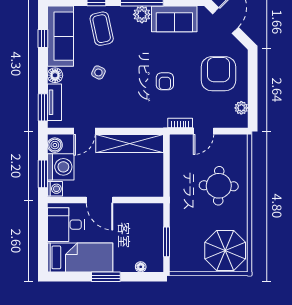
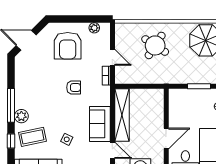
plant: (142, 14) -> (21, 116), moved
sofa: (174, 19) -> (100, 124), moved, turned 180
armchair: (218, 74) -> (68, 46), turned -90
round table: (219, 186) -> (155, 45), turned 31

